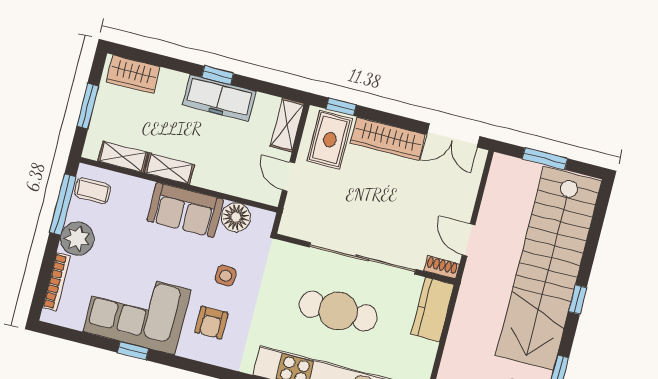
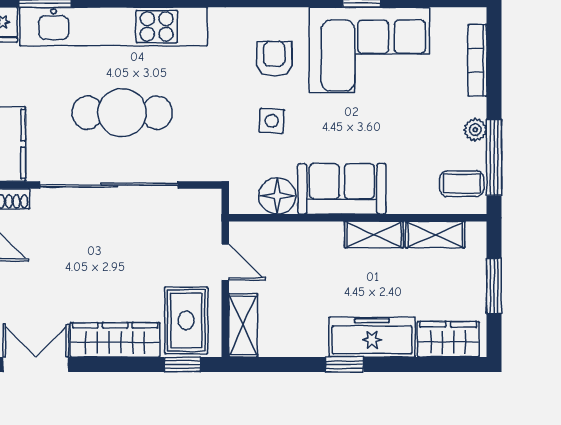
freezer: (219, 98) -> (372, 337), moved
plant: (77, 239) -> (475, 130), width x0.53, depth x0.53

